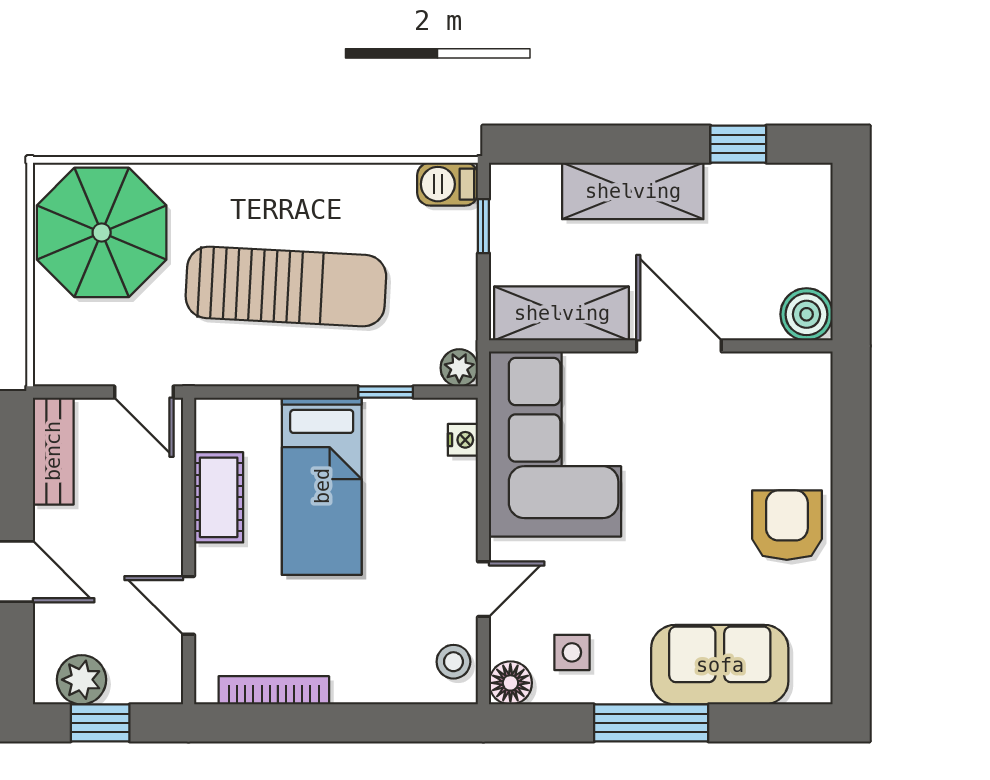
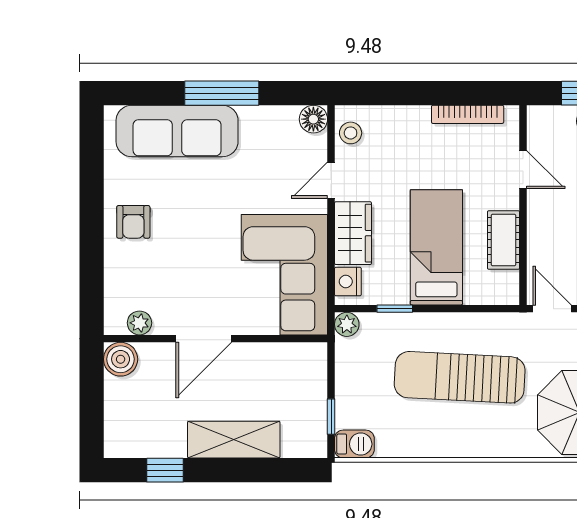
shelving: (562, 313) -> (280, 360), removed
door: (679, 346) -> (204, 339), hinge flipped
plant: (778, 370) -> (139, 323), added
nightstand: (463, 440) -> (348, 282), width x1.39, depth x1.35
wardrobe: (450, 508) -> (353, 233), added
armchair: (787, 525) -> (133, 222), width x0.72, depth x0.72
side table: (572, 652) -> (273, 139), removed
sofa: (720, 665) -> (177, 131), width x1.36

